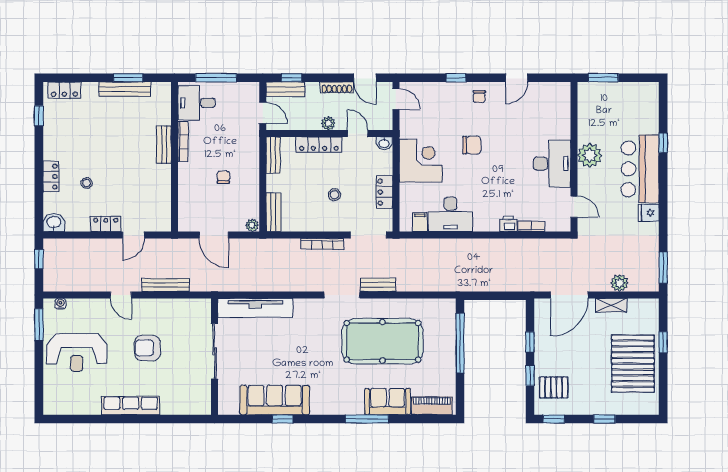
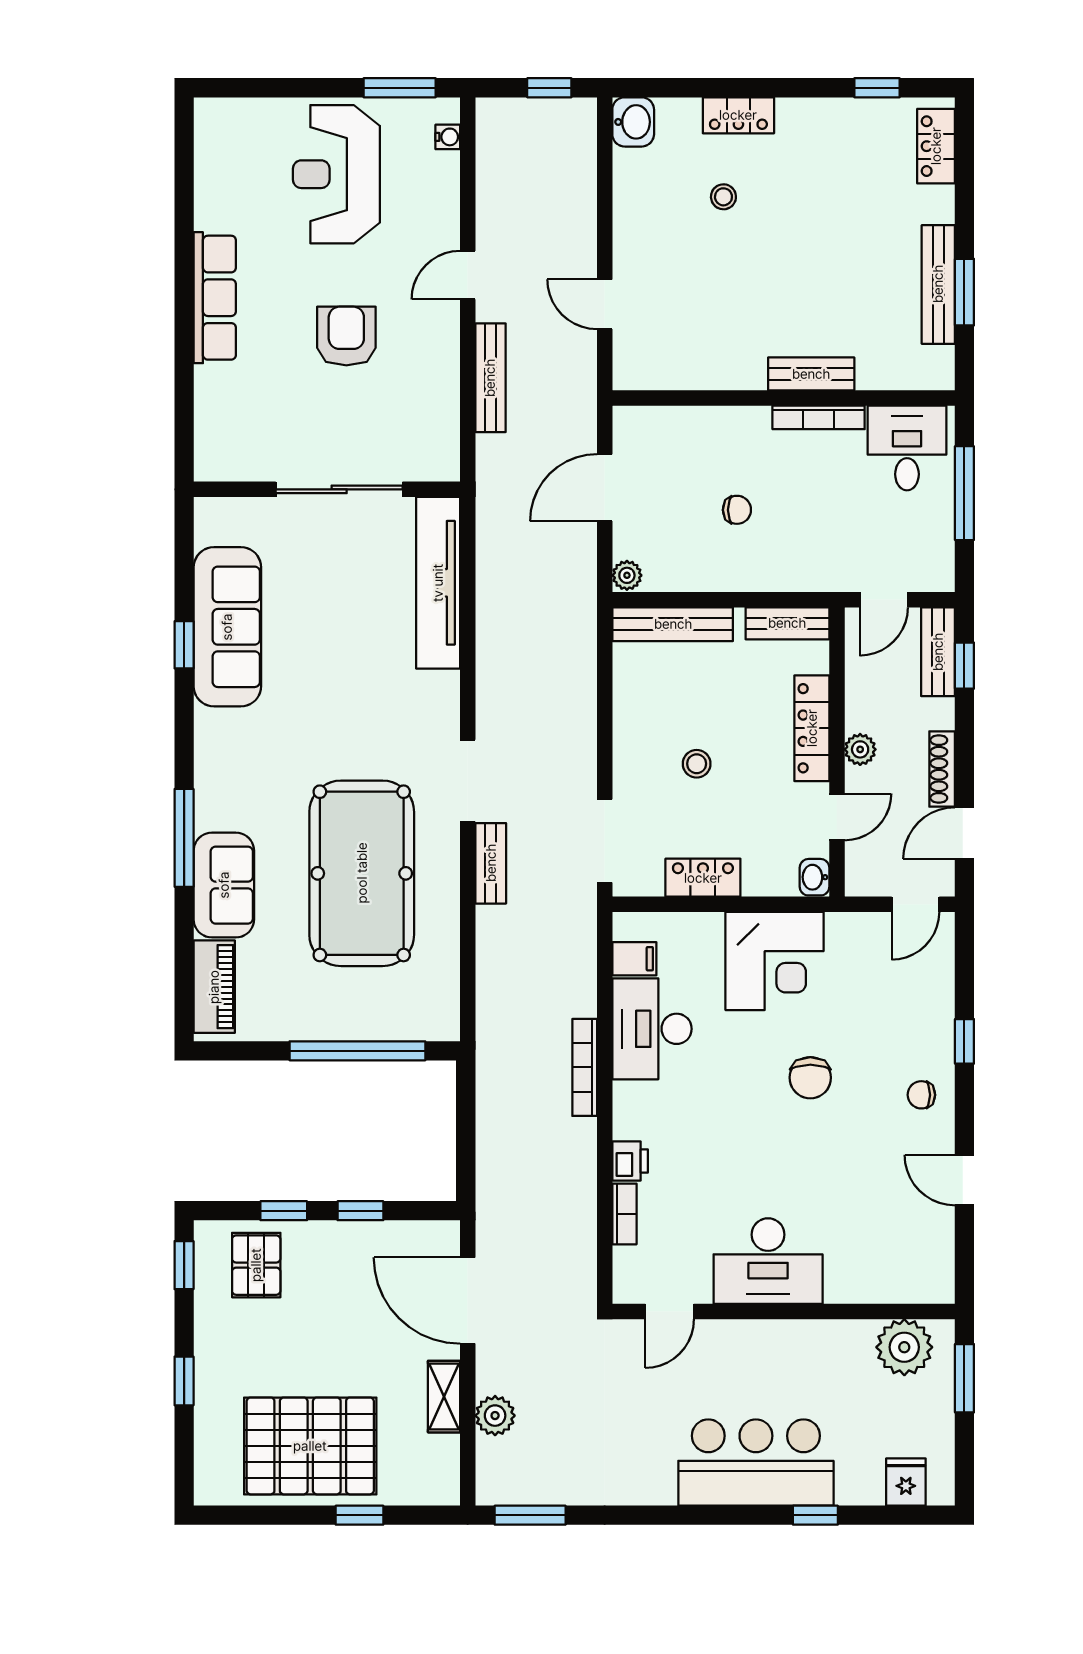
plant: (590, 155) -> (904, 1347), moved
bench: (273, 212) -> (673, 624), width x1.36
fridge: (649, 213) -> (906, 1482), moved
locker: (106, 224) -> (630, 241), removed
bookcase: (322, 244) -> (585, 1067), moved

